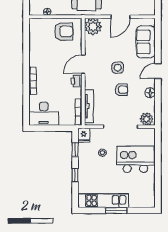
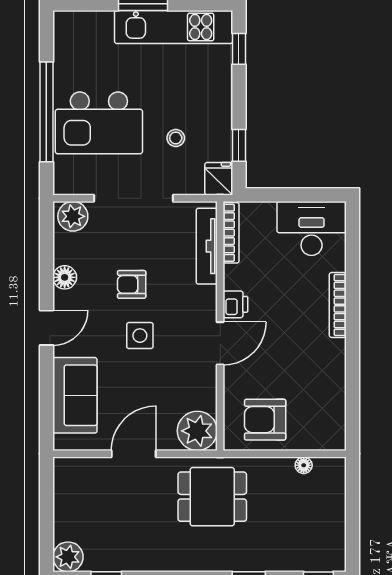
window: (158, 164) -> (46, 112), added
window: (75, 175) -> (239, 49), moved

